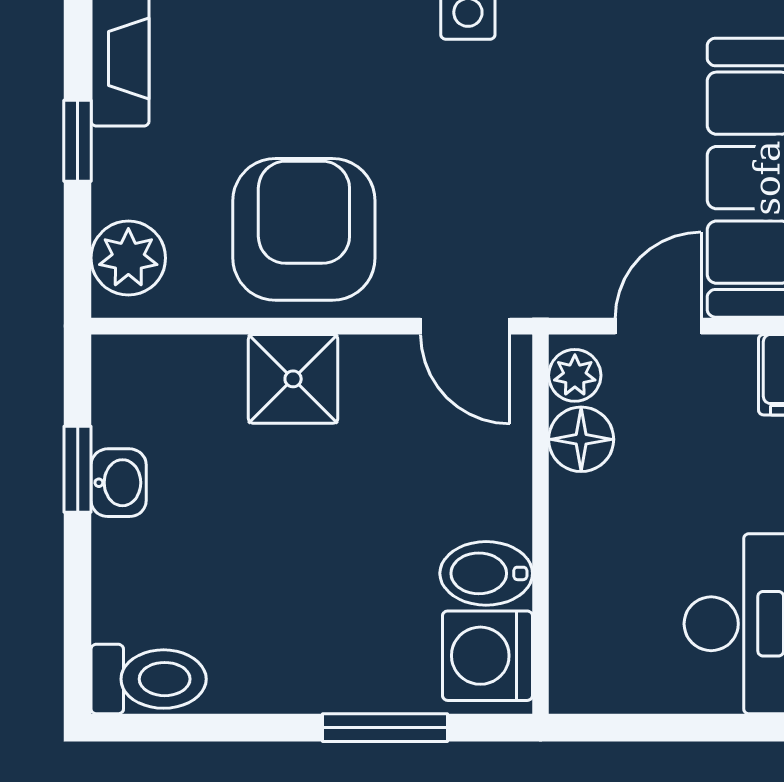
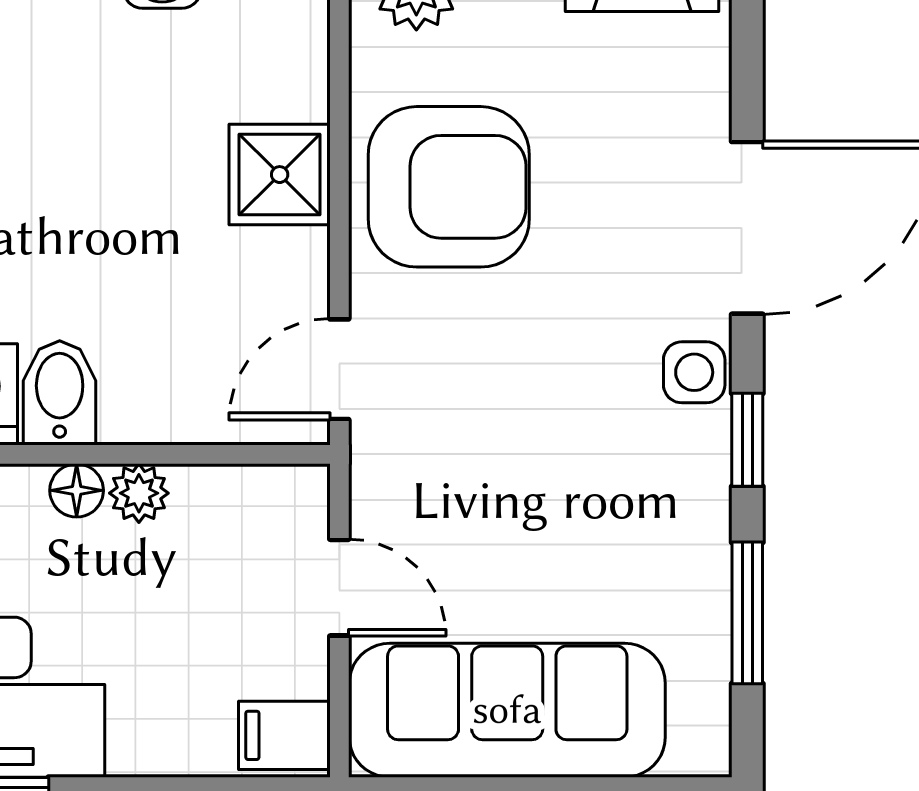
plant: (575, 375) -> (139, 493), moved
floor lamp: (581, 439) -> (77, 490), moved, width x0.73, depth x0.73

